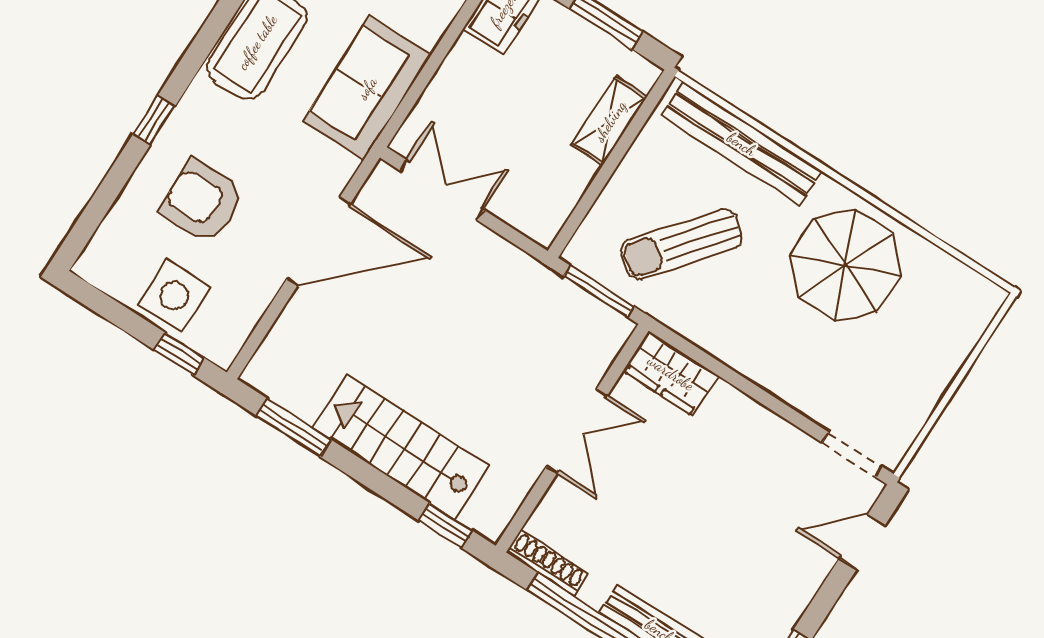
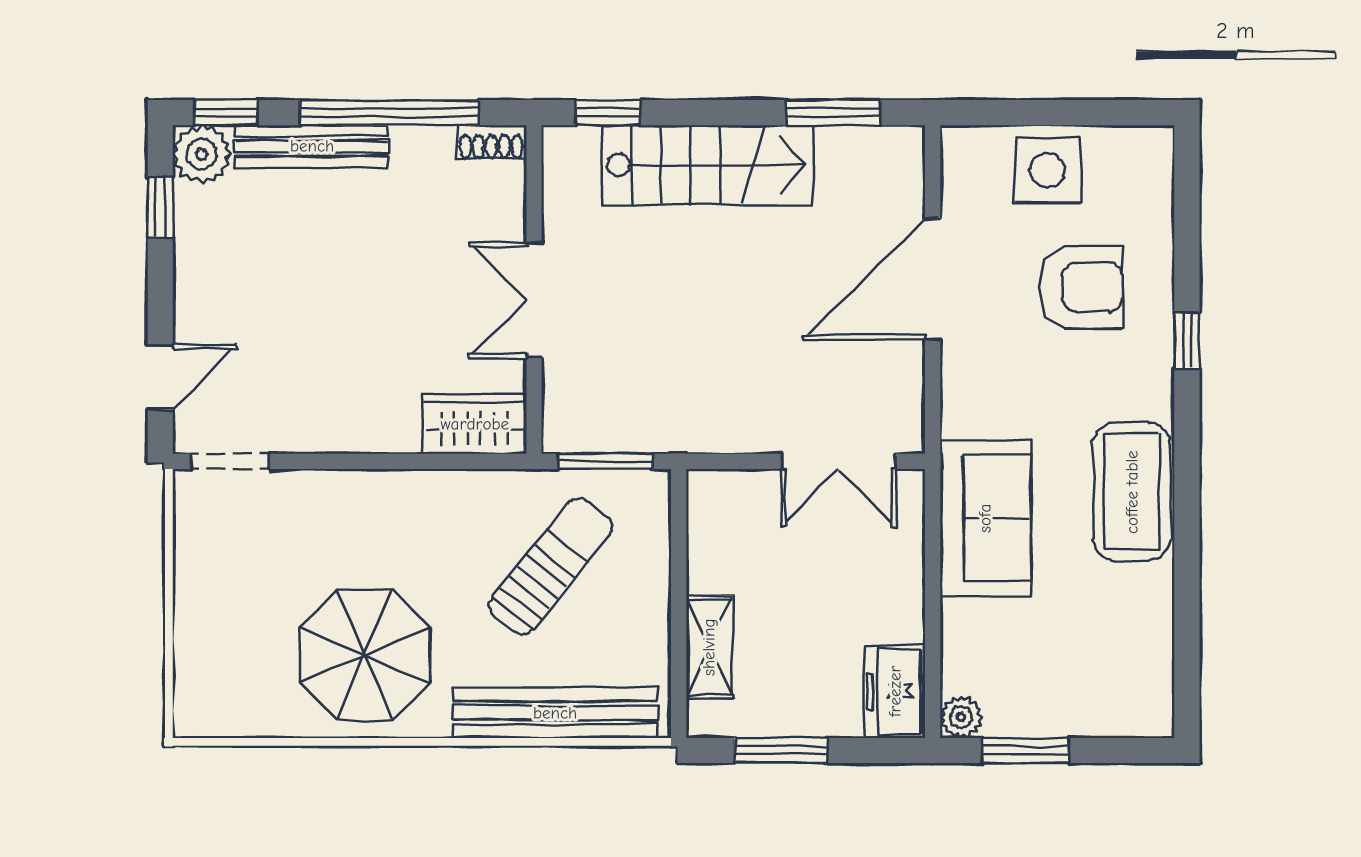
door: (319, 241) -> (933, 279), moved
window: (179, 354) -> (1003, 113), removed
shoe rack: (547, 563) -> (491, 142), width x0.70

